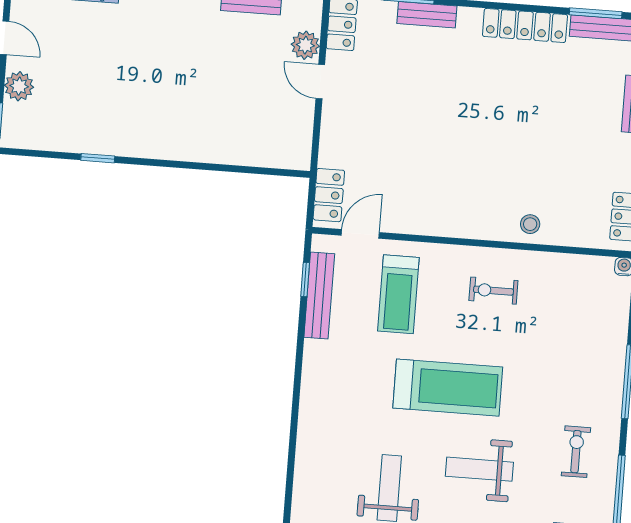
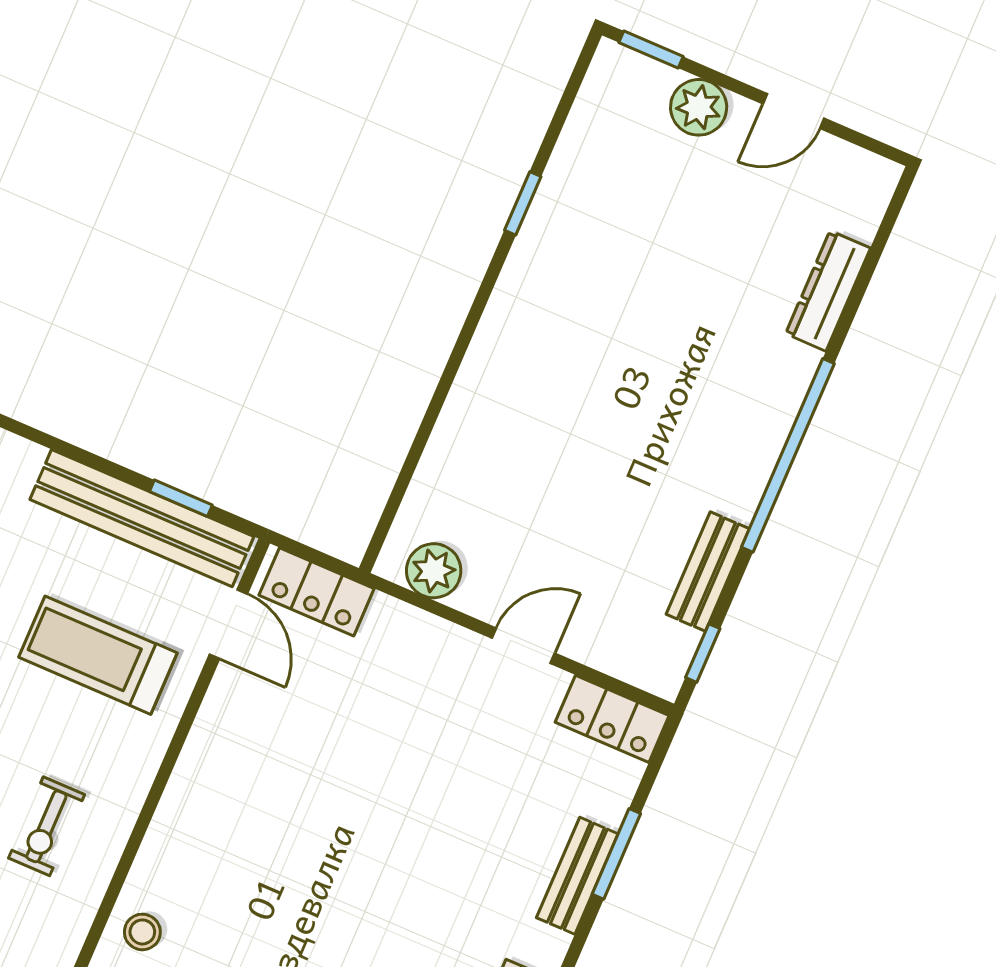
plant: (305, 45) -> (434, 571), moved
exercise bike: (493, 291) -> (46, 826), turned 180
bench: (319, 295) -> (142, 518), width x1.37, depth x1.21

